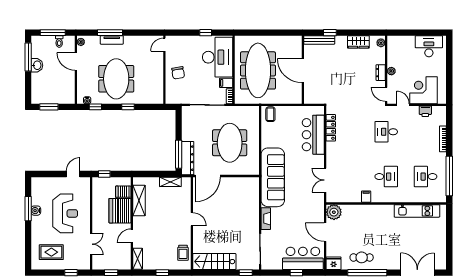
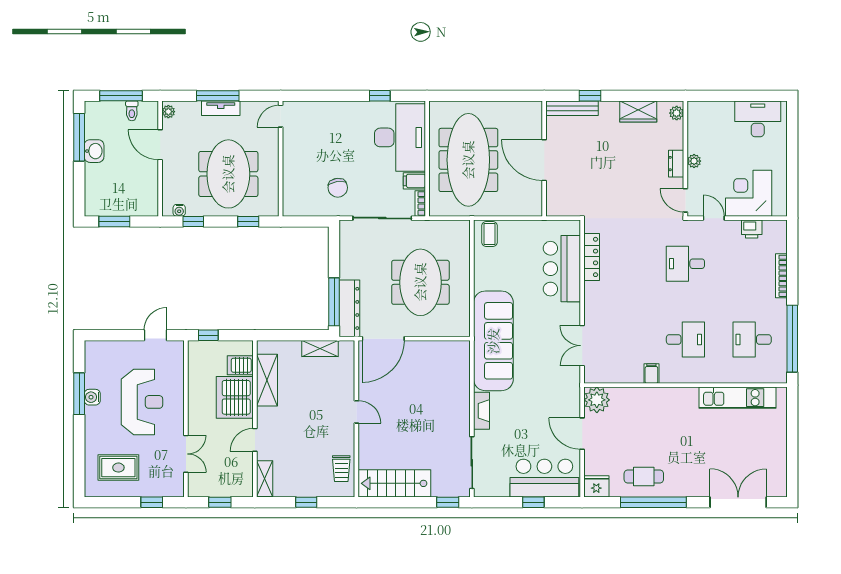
door: (164, 45) -> (281, 116), moved
wall: (164, 70) -> (281, 159), moved
chair: (178, 73) -> (338, 188), moved

